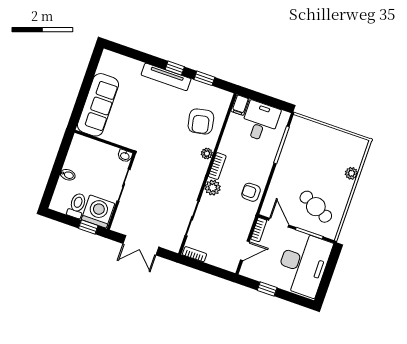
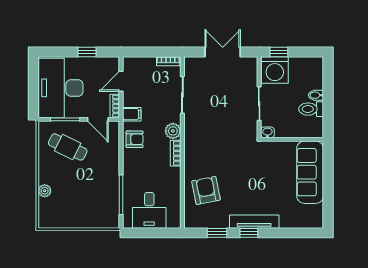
filing cabinet: (240, 105) -> (132, 114), moved, turned 90
plant: (207, 154) -> (190, 162), removed
toilet: (77, 205) -> (311, 109), moved, turned 90

